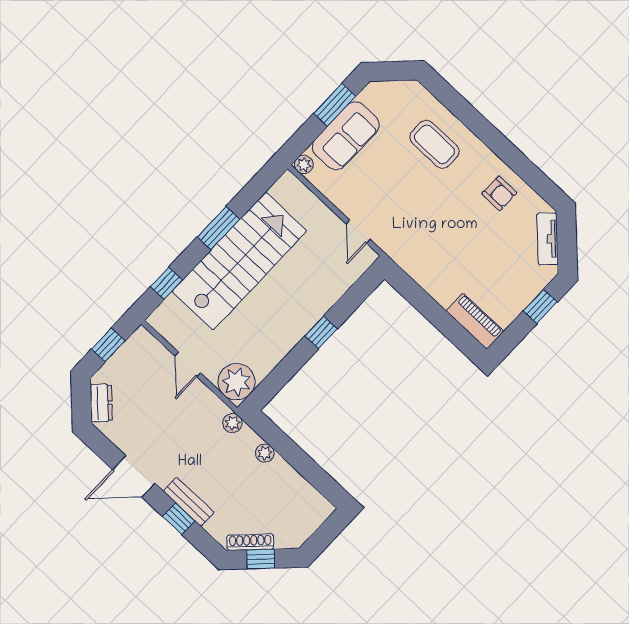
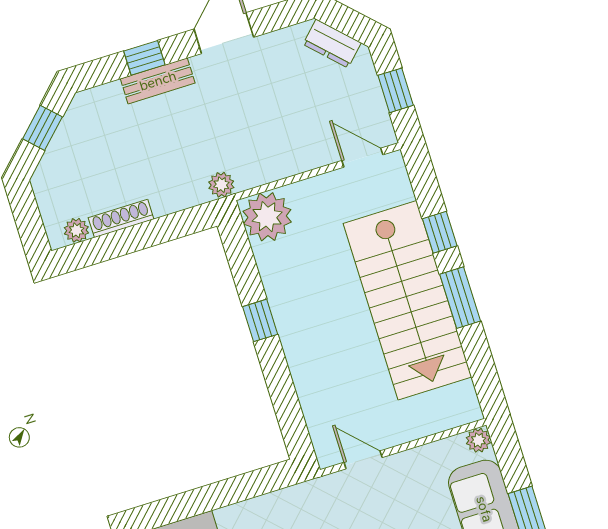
window: (166, 283) -> (440, 232), moved
window: (321, 332) -> (260, 320), moved
door: (188, 364) -> (362, 158), moved
plant: (265, 453) -> (76, 230), moved
shoe rack: (250, 542) -> (121, 218), moved, turned -135

